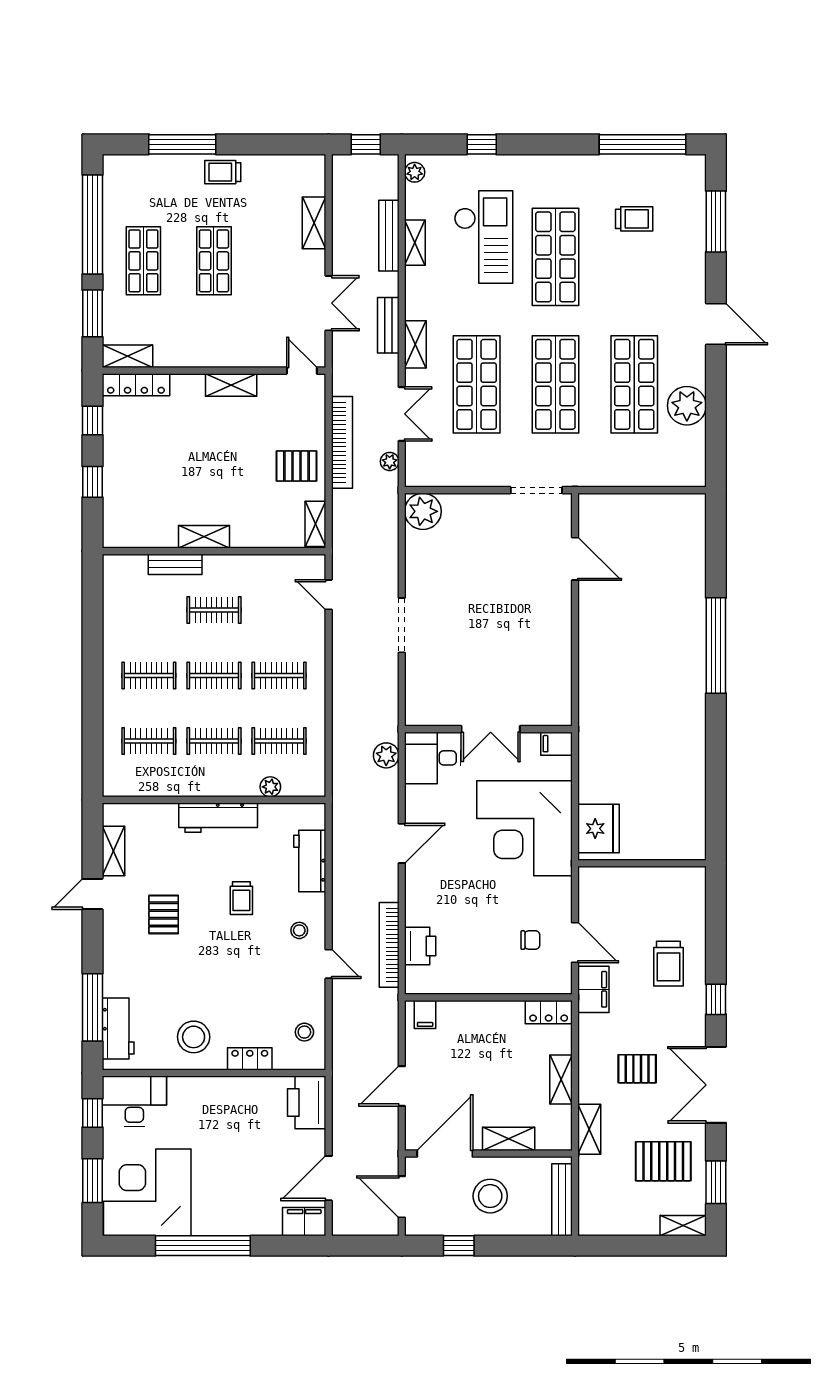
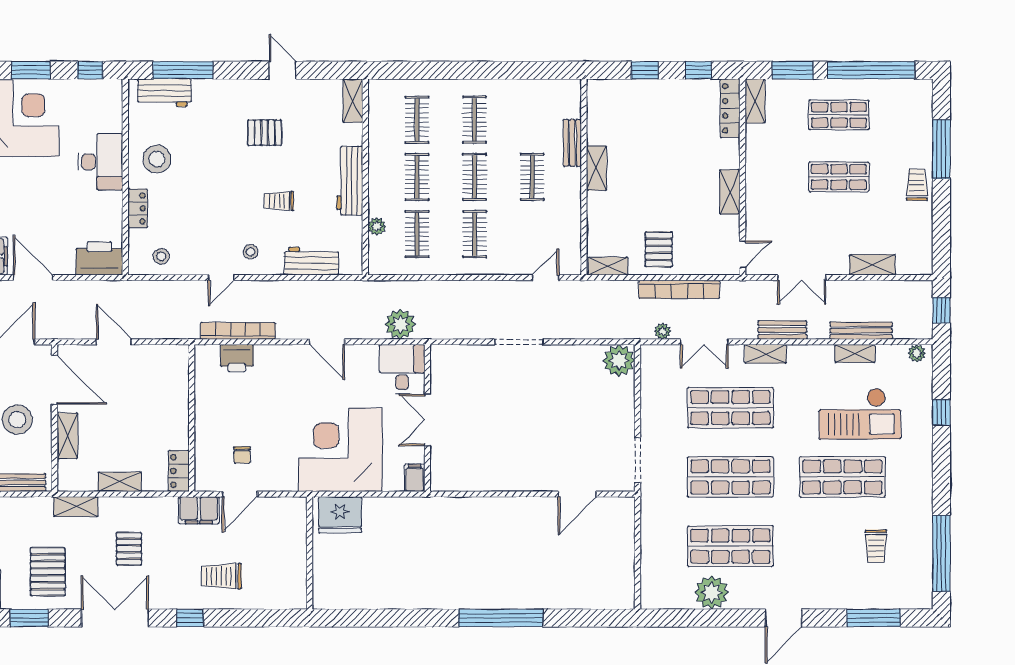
plant: (386, 755) -> (400, 324), width x1.36, depth x1.36
shelving: (113, 851) -> (353, 101), moved, turned 90
filing cabinet: (425, 1015) -> (177, 362), removed
desk: (134, 1101) -> (101, 162), moved

